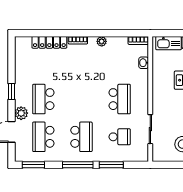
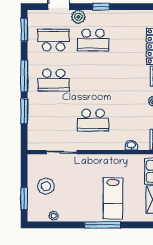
school desk: (43, 99) -> (93, 40), turned 180
school desk: (120, 137) -> (54, 120), removed

